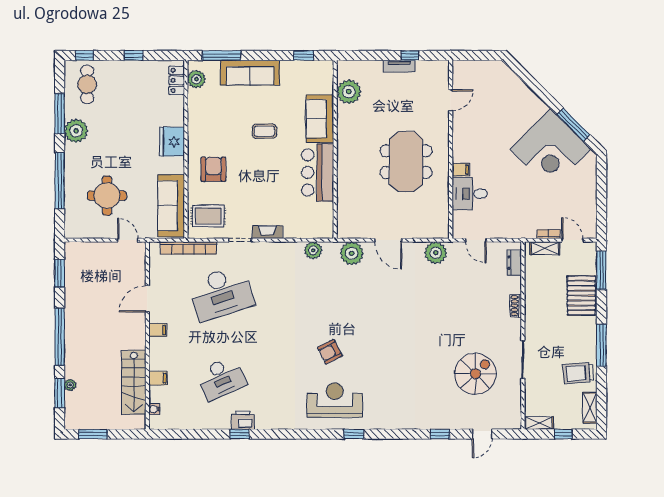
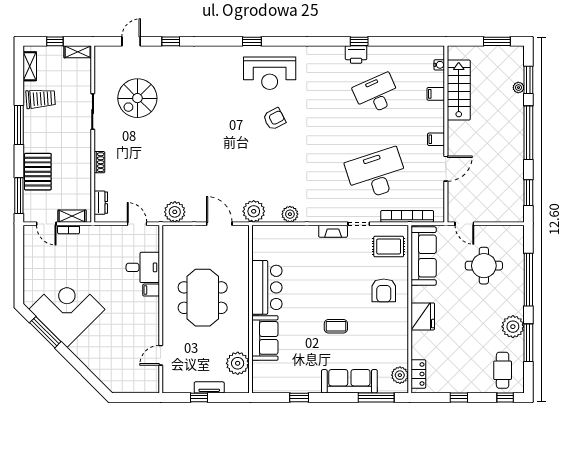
plant: (349, 92) -> (238, 363), moved
sofa: (320, 119) -> (265, 338), moved
wall: (335, 149) -> (250, 309), moved
bar counter: (318, 172) -> (267, 287), moved

